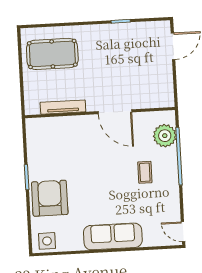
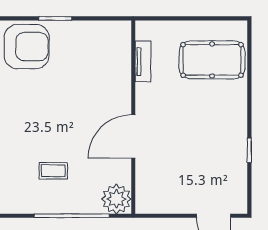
pool table: (52, 54) -> (212, 60), turned 90
tv unit: (63, 107) -> (143, 62), width x0.71
plant: (165, 136) -> (116, 199), moved

